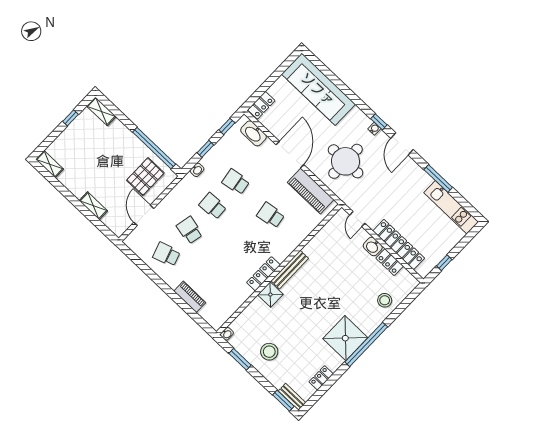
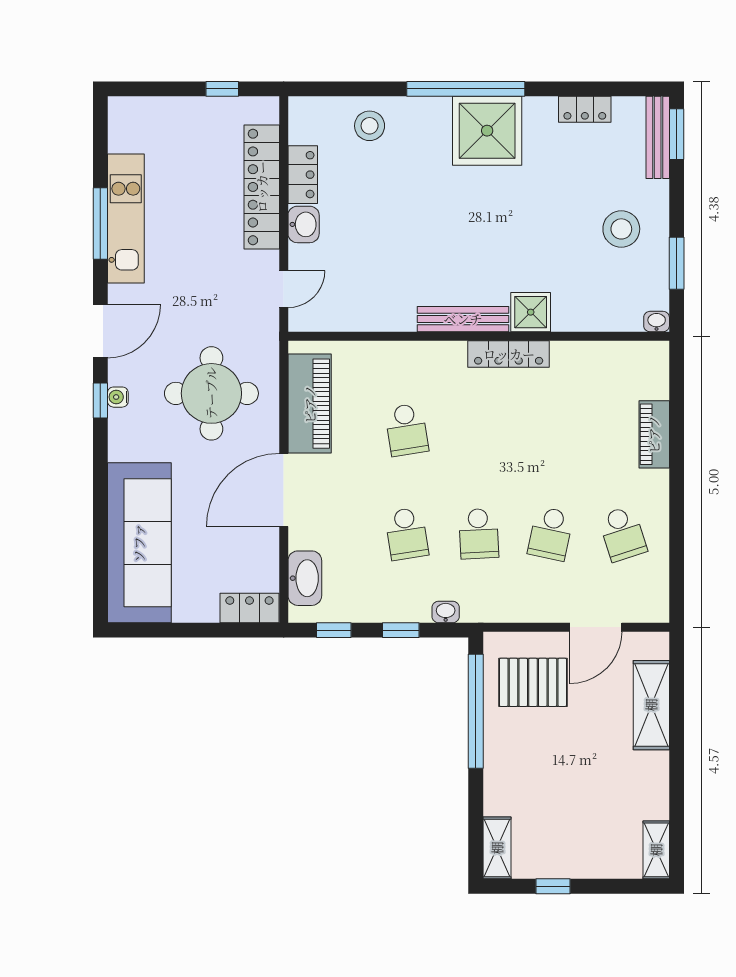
shelving: (93, 206) -> (651, 705), width x1.50, depth x1.33
kitchen unit: (451, 207) -> (126, 218), moved
bench: (292, 397) -> (658, 137), width x1.36

